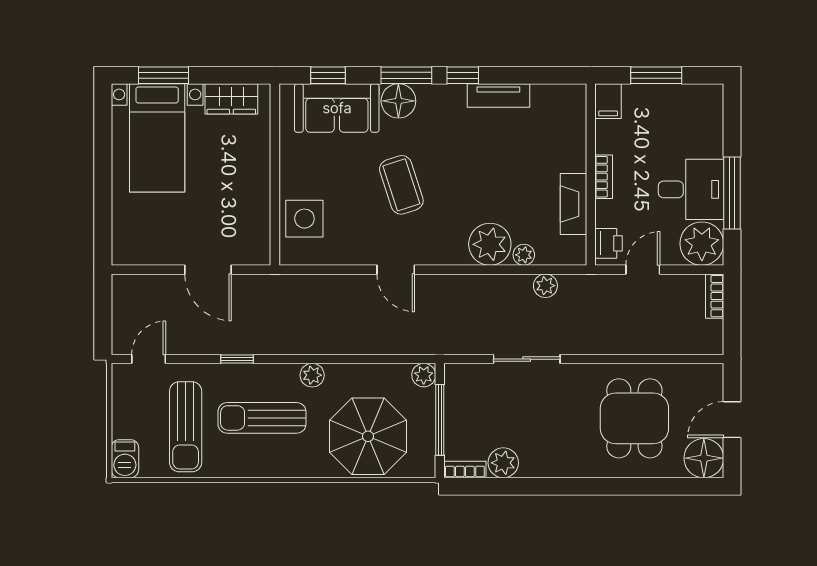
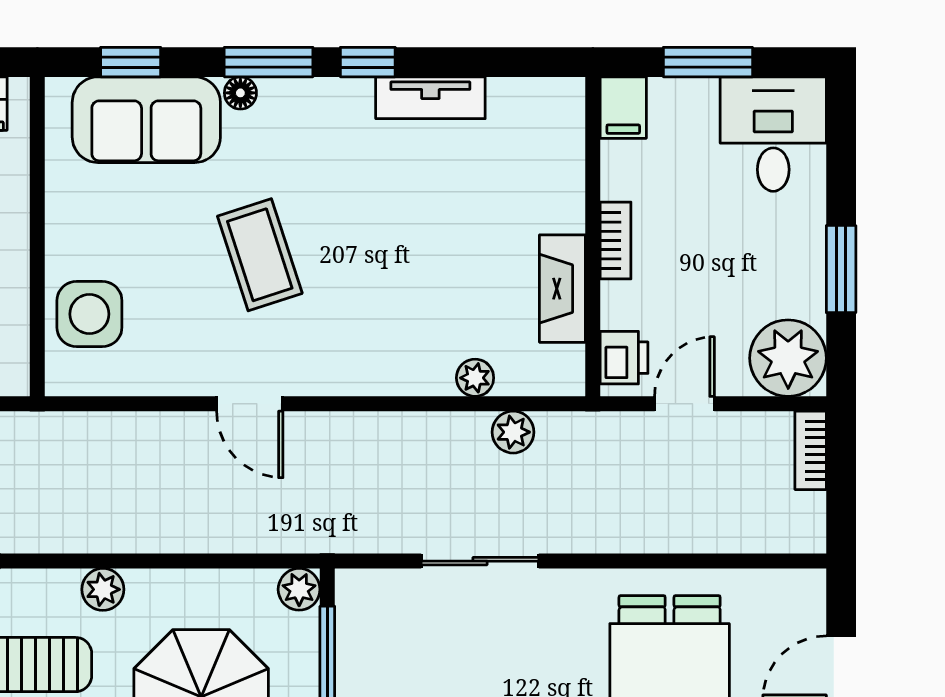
floor lamp: (398, 101) -> (240, 93), width x0.53, depth x0.53
desk: (691, 189) -> (773, 134), moved, turned -90
window: (732, 193) -> (841, 269), width x0.69
plant: (490, 244) -> (415, 359), removed

